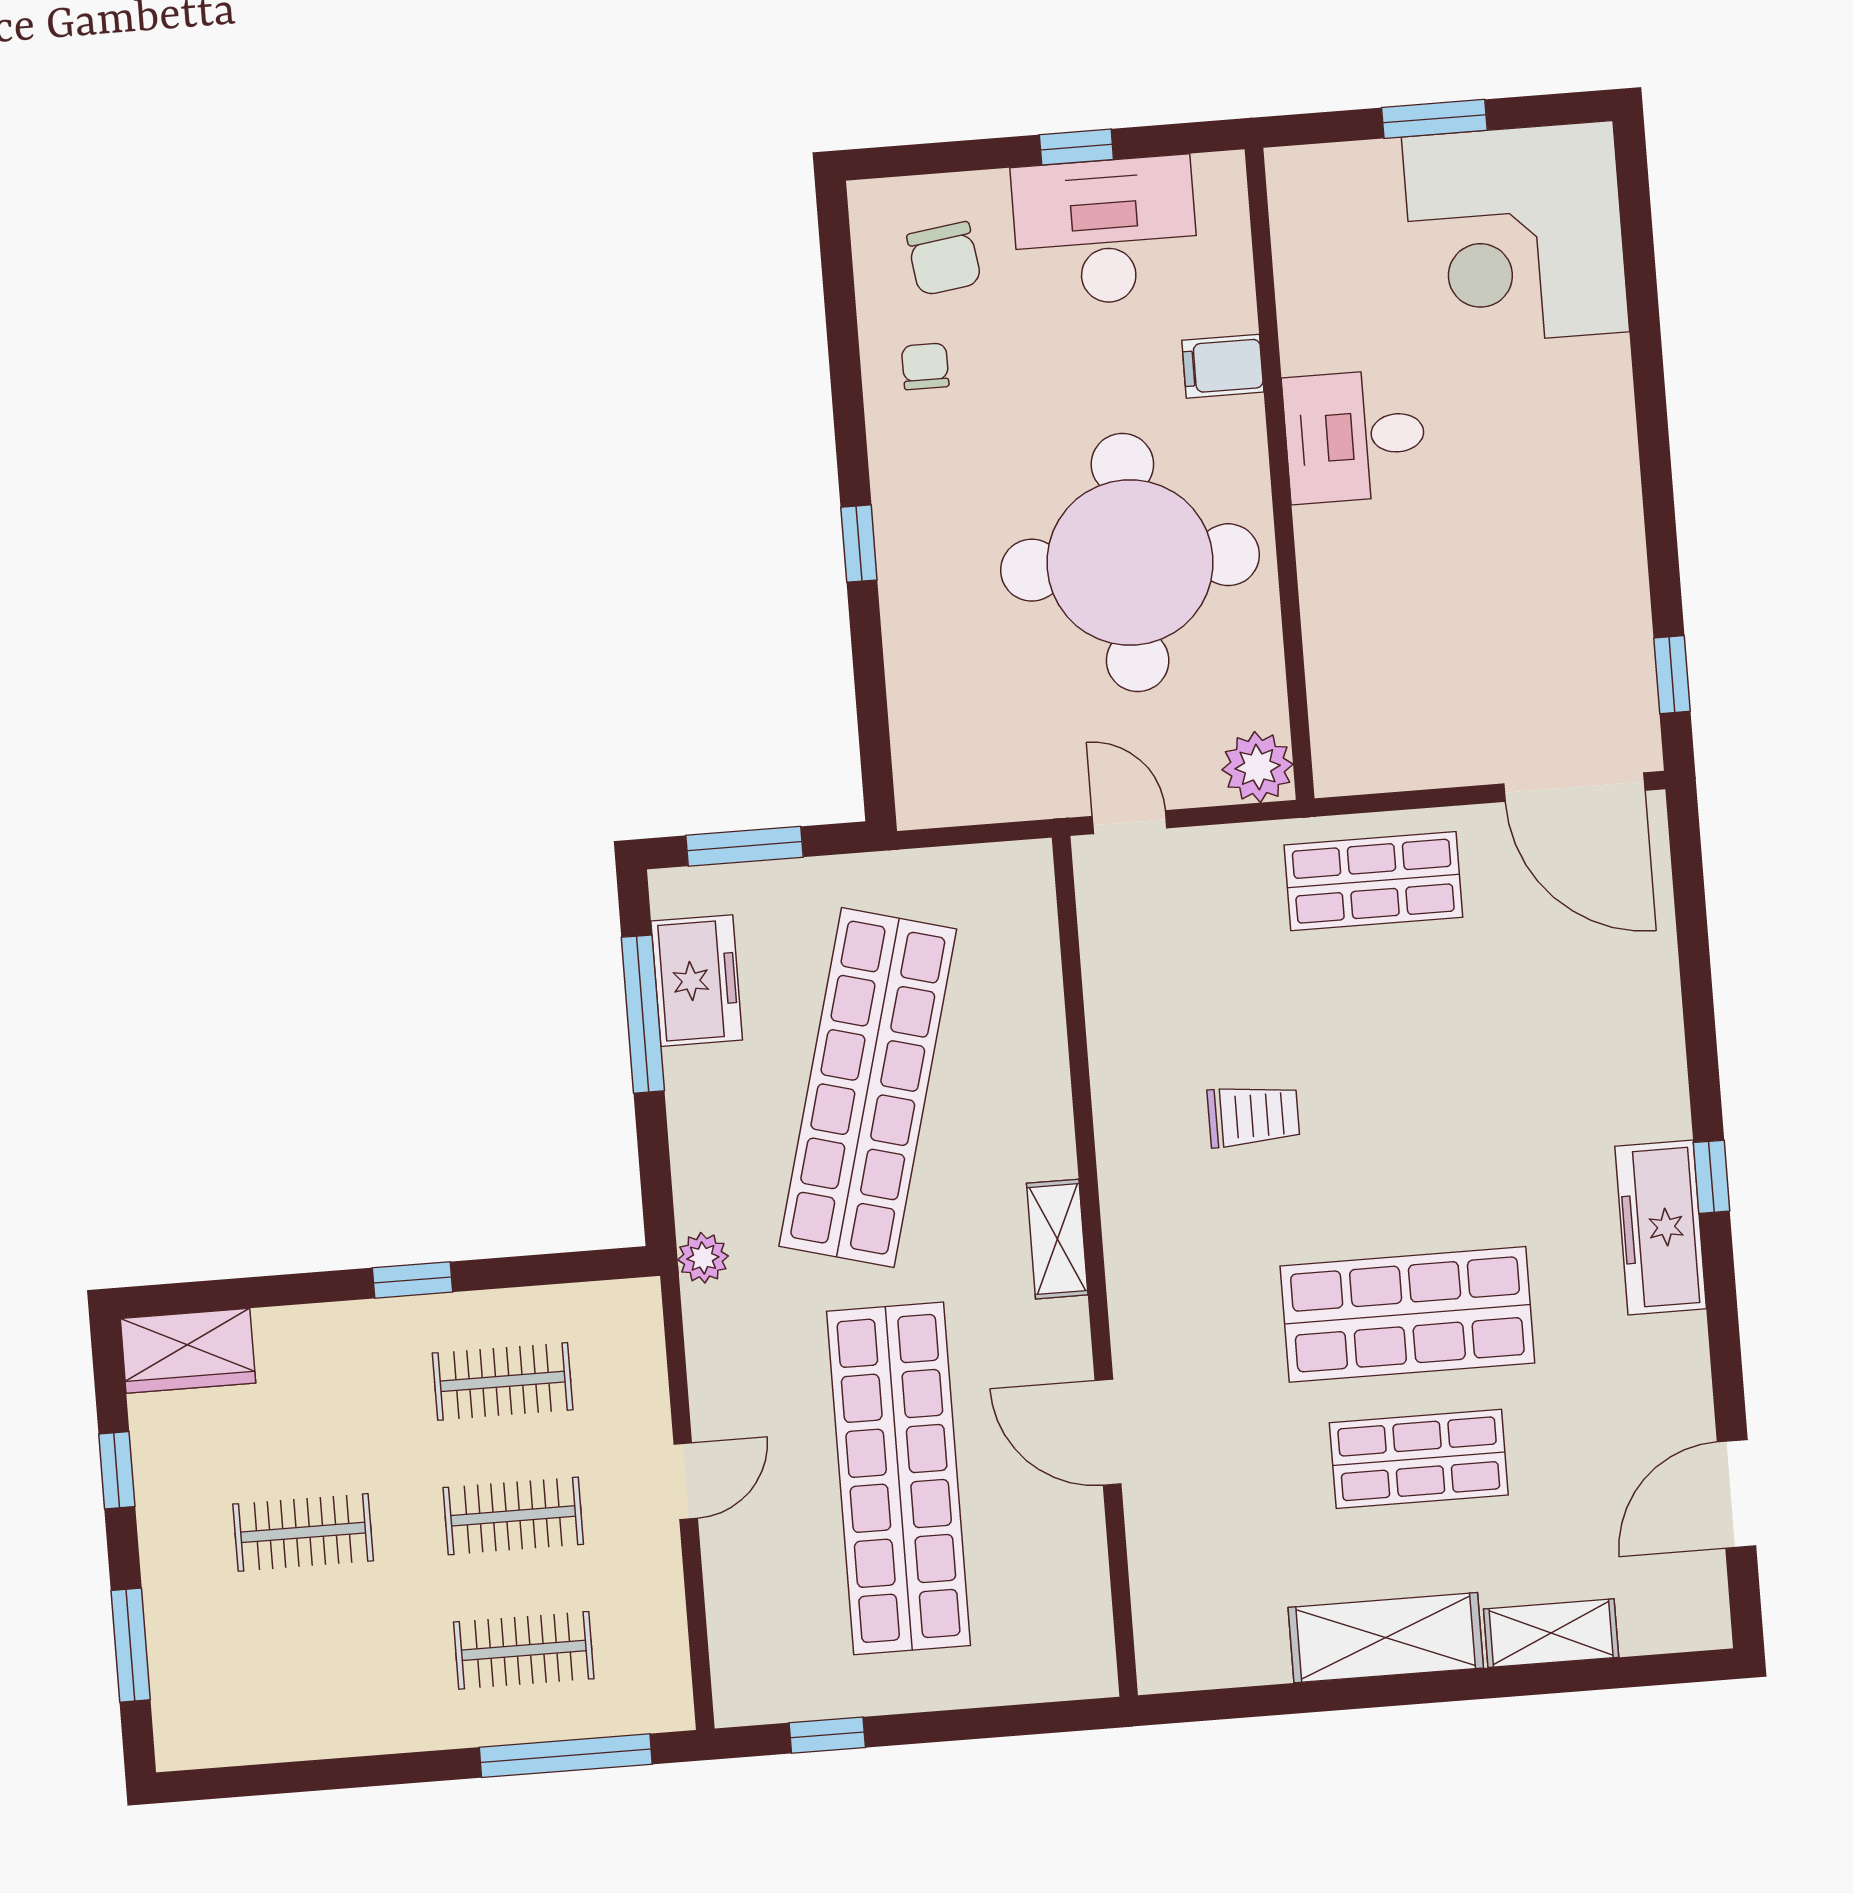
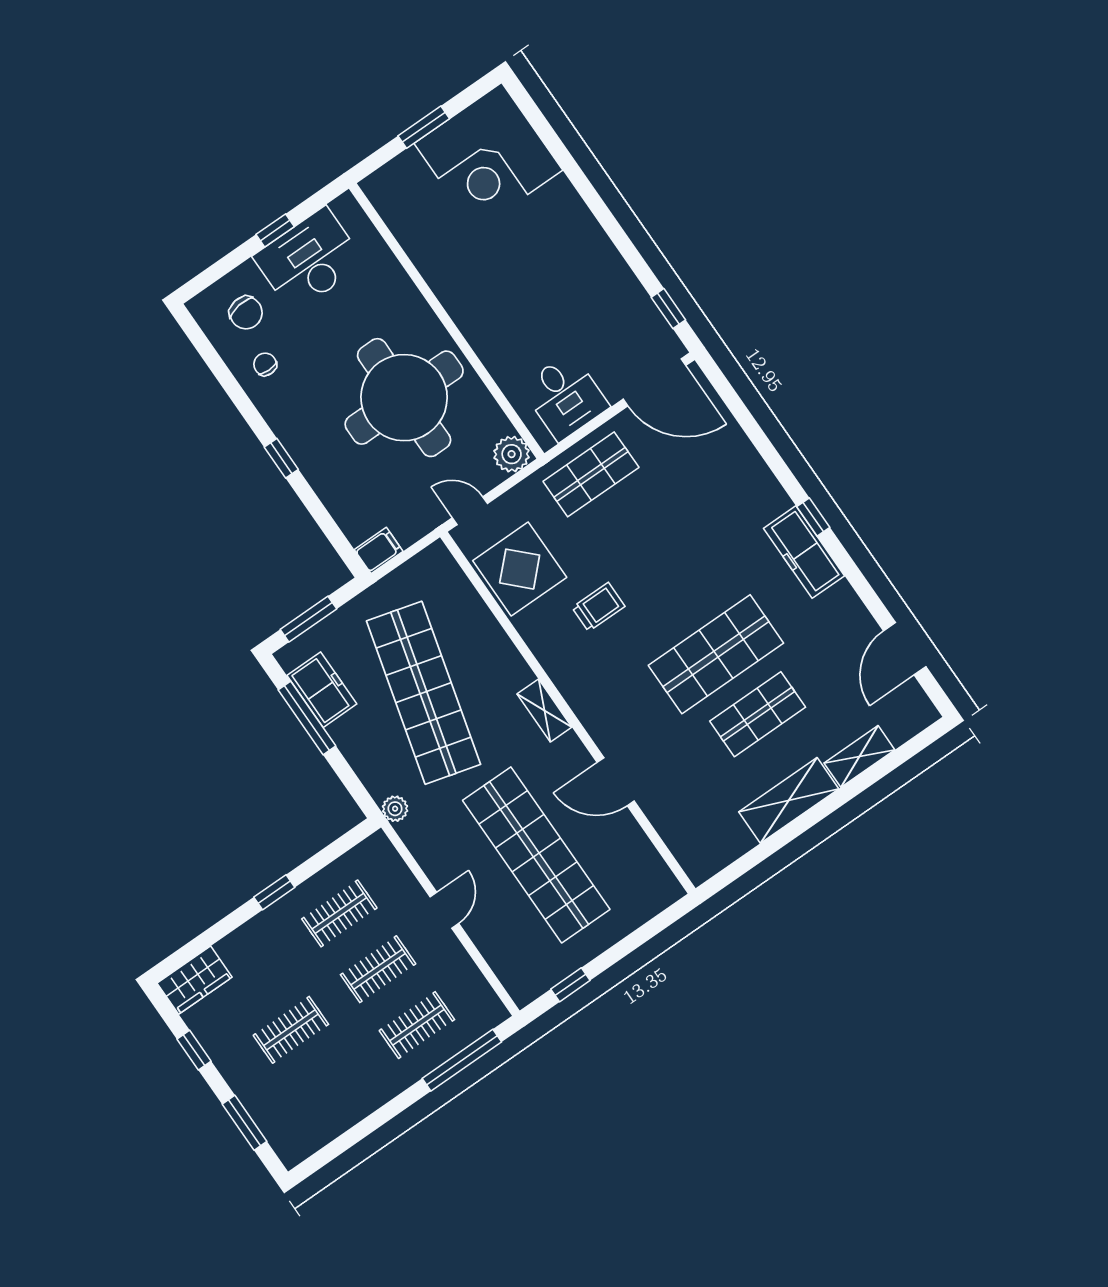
filing cabinet: (1223, 366) -> (379, 550), moved, turned 180
desk: (1355, 436) -> (565, 397), moved, turned -90
display table: (1156, 972) -> (520, 569), added

